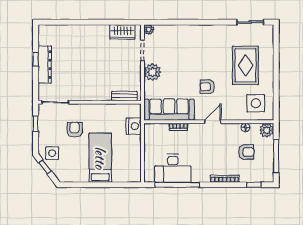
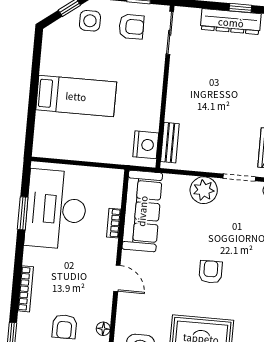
armchair: (207, 87) -> (211, 272), moved
nightstand: (134, 126) -> (146, 145), moved, turned -90
armchair: (75, 130) -> (131, 27), moved
desk: (173, 168) -> (56, 209), width x1.36, depth x1.30
window: (177, 185) -> (23, 213), width x0.47

